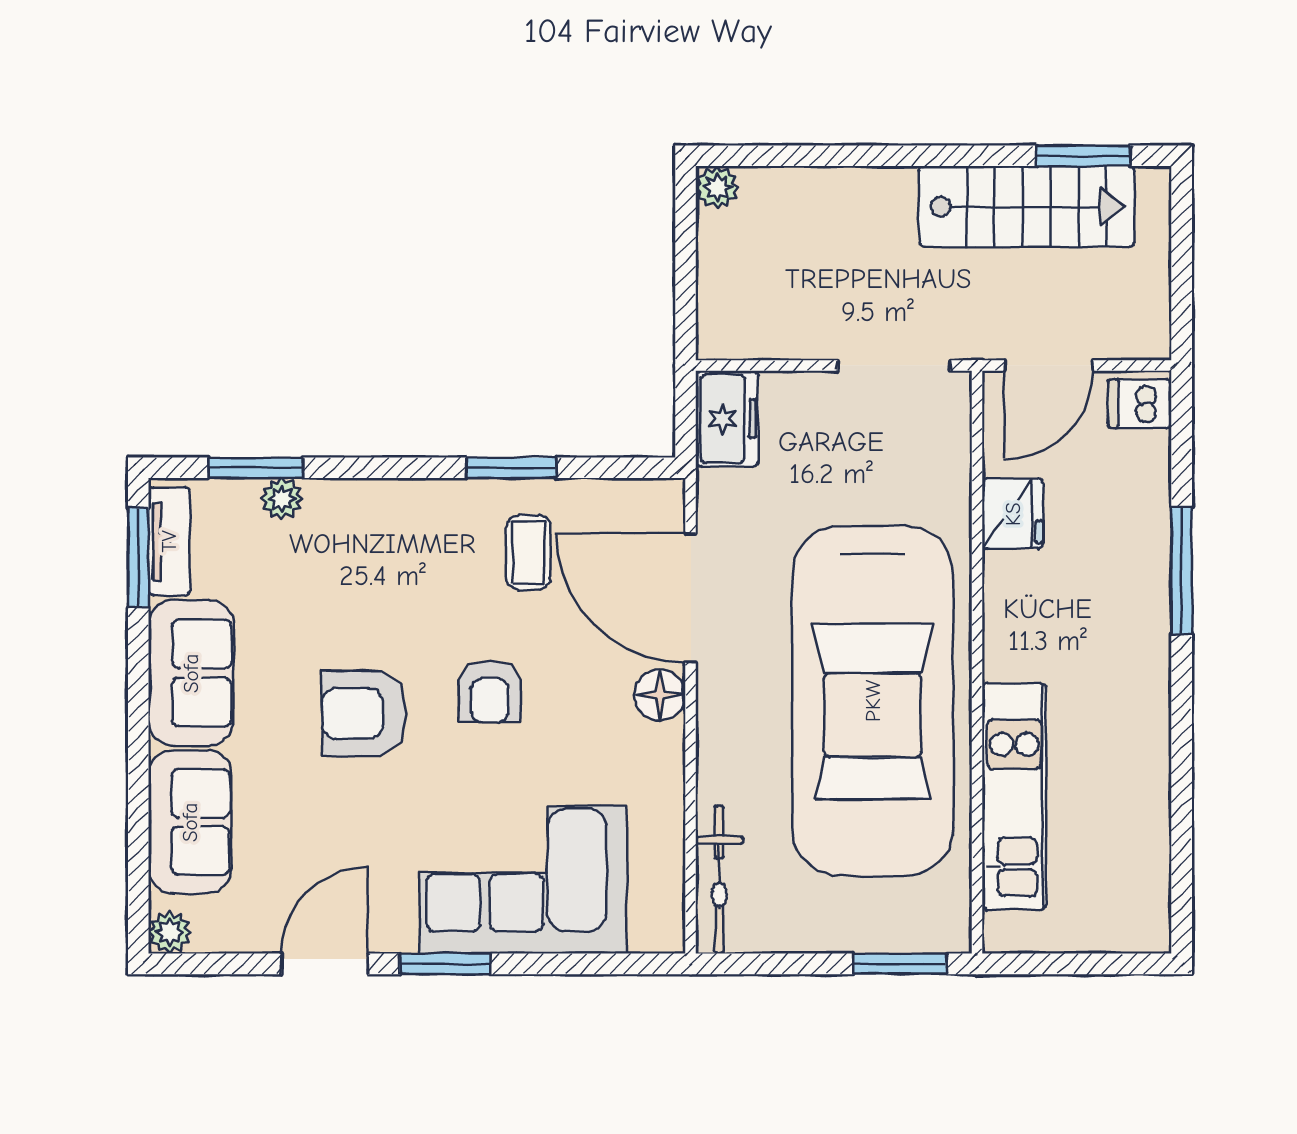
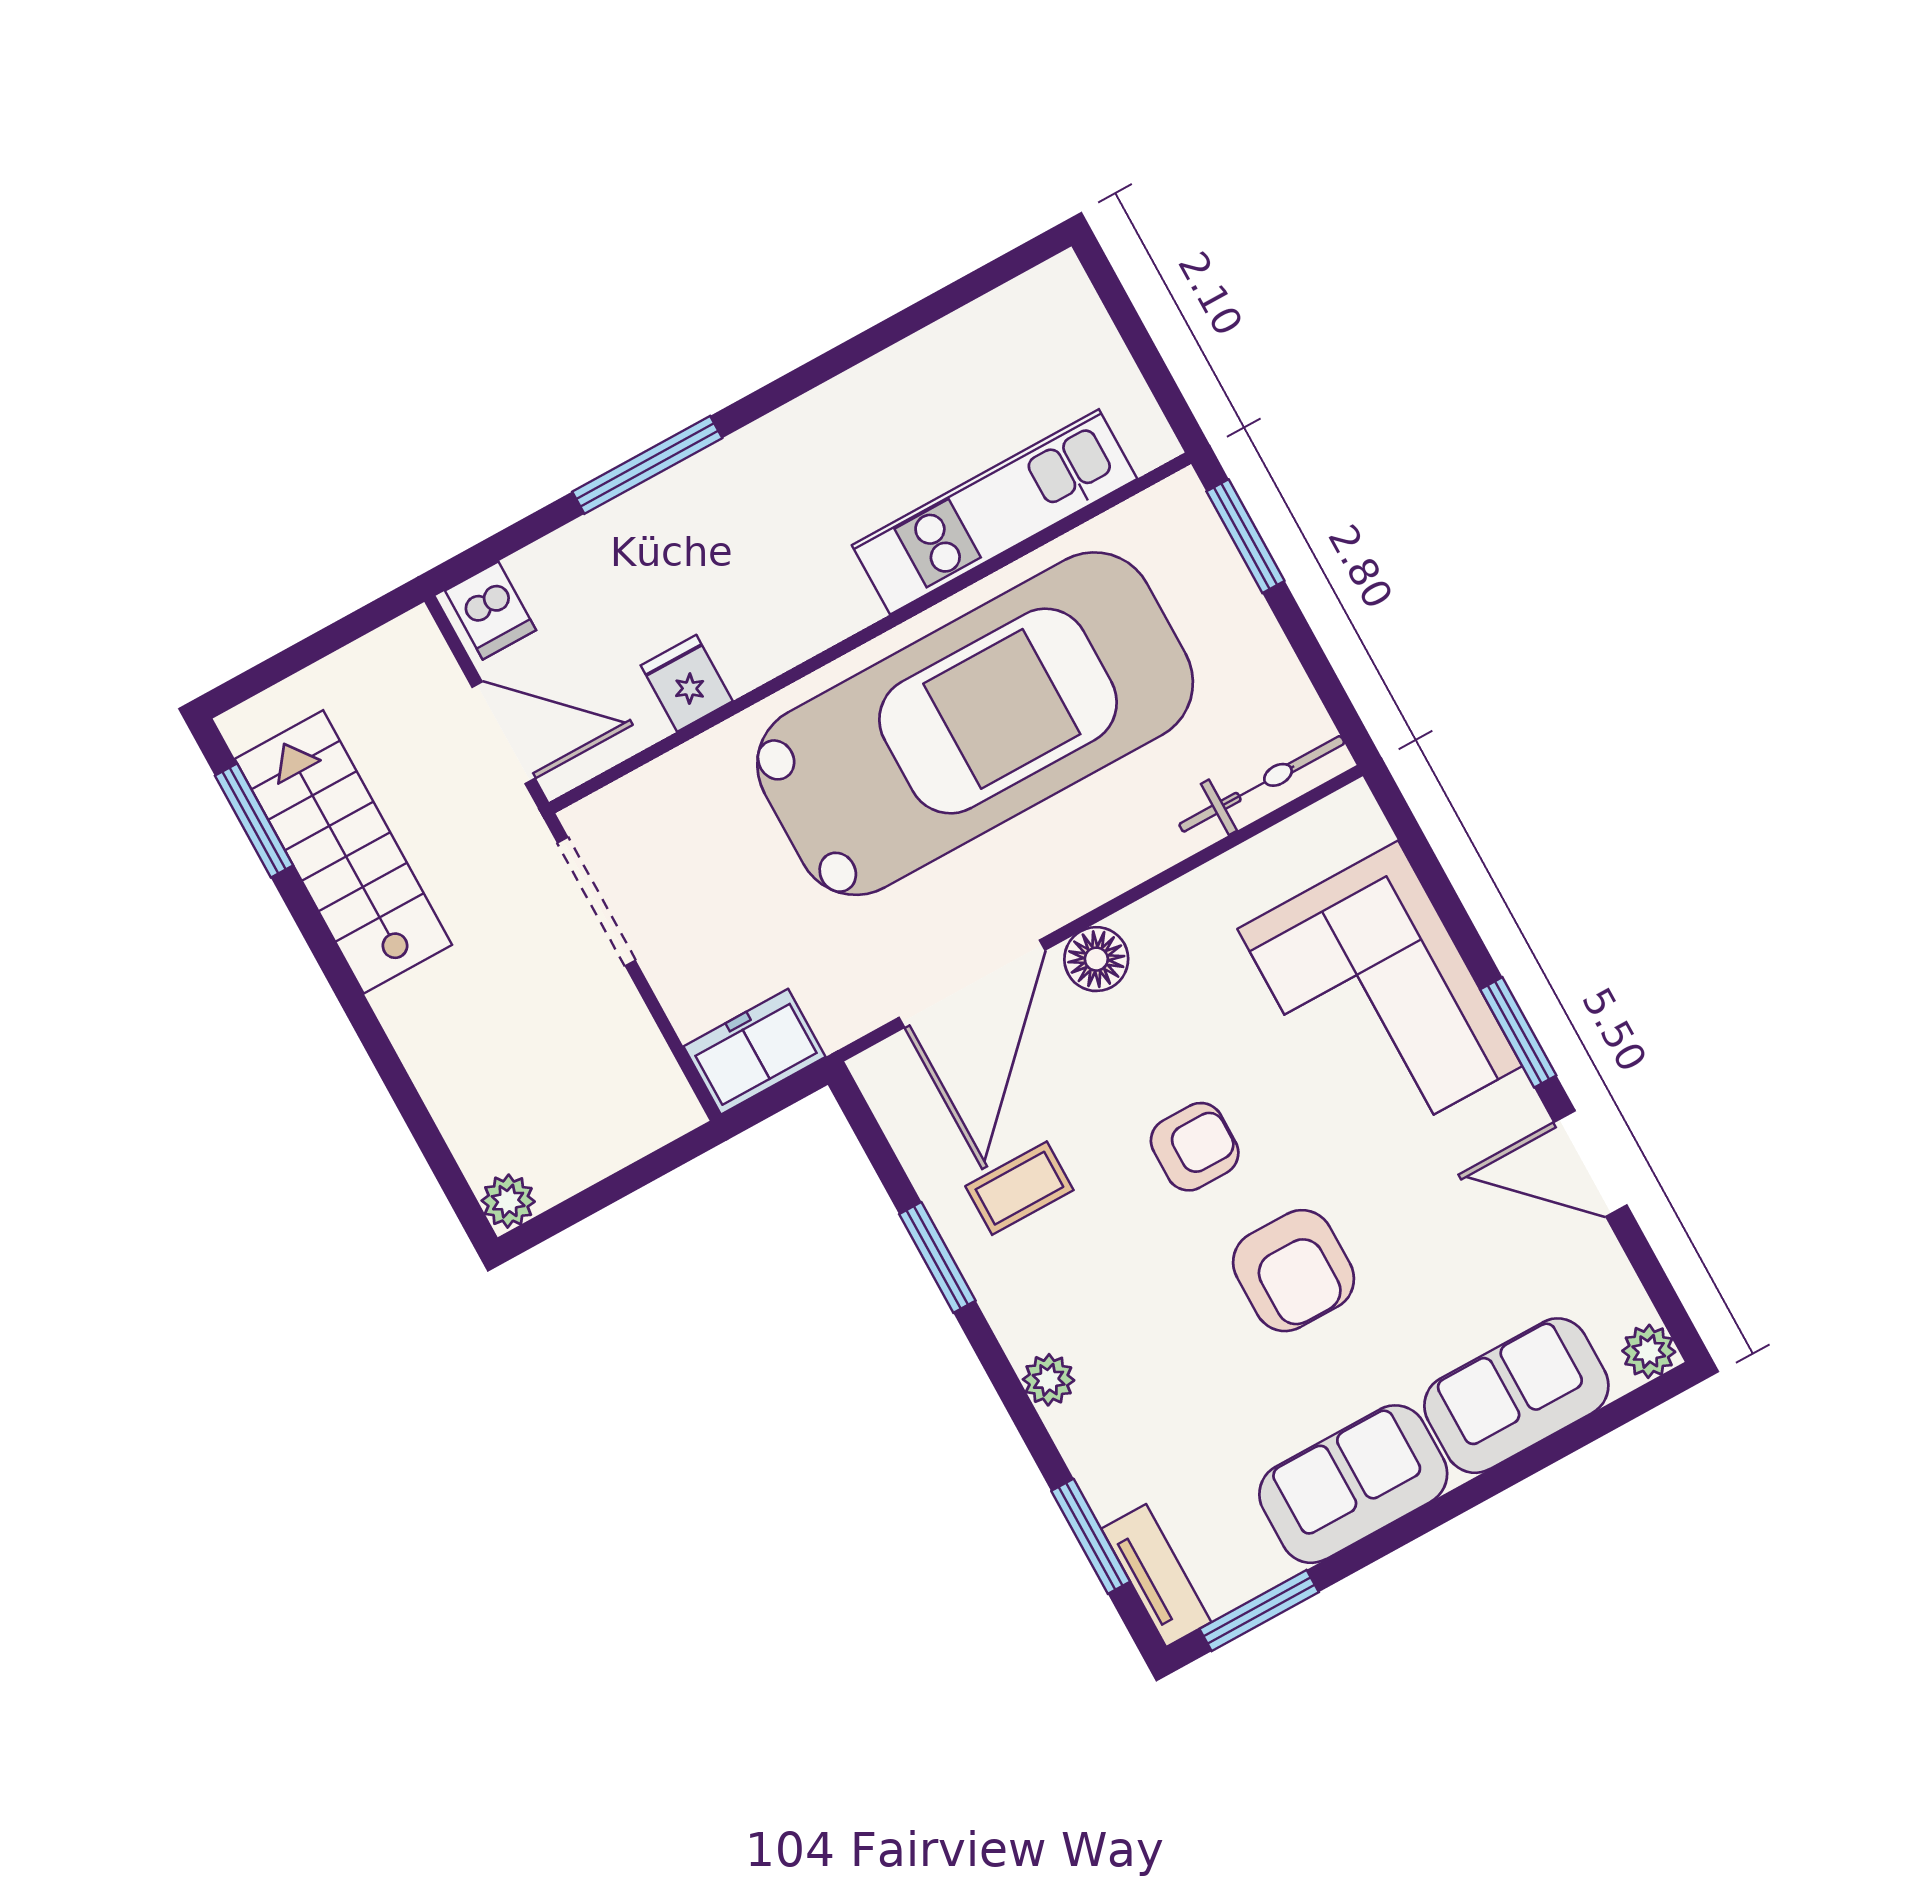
plant: (282, 499) -> (1049, 1380), moved
fridge: (1013, 514) -> (687, 683), width x0.72
tv unit: (169, 541) -> (1156, 1575), moved, turned 90

